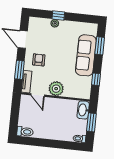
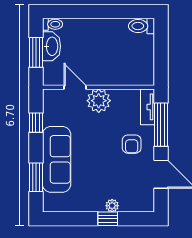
window: (19, 70) -> (161, 125), width x1.44
door: (38, 95) -> (75, 87), moved
washbasin: (83, 110) -> (51, 46), moved

